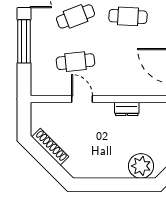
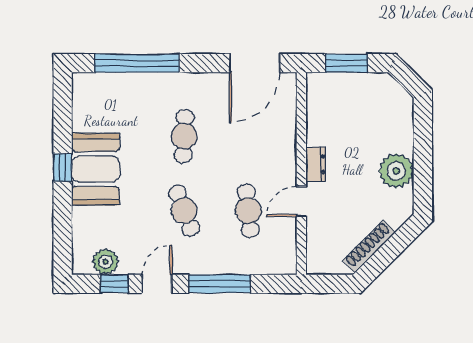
dresser: (127, 109) -> (315, 164), moved
plant: (141, 166) -> (396, 171), moved

